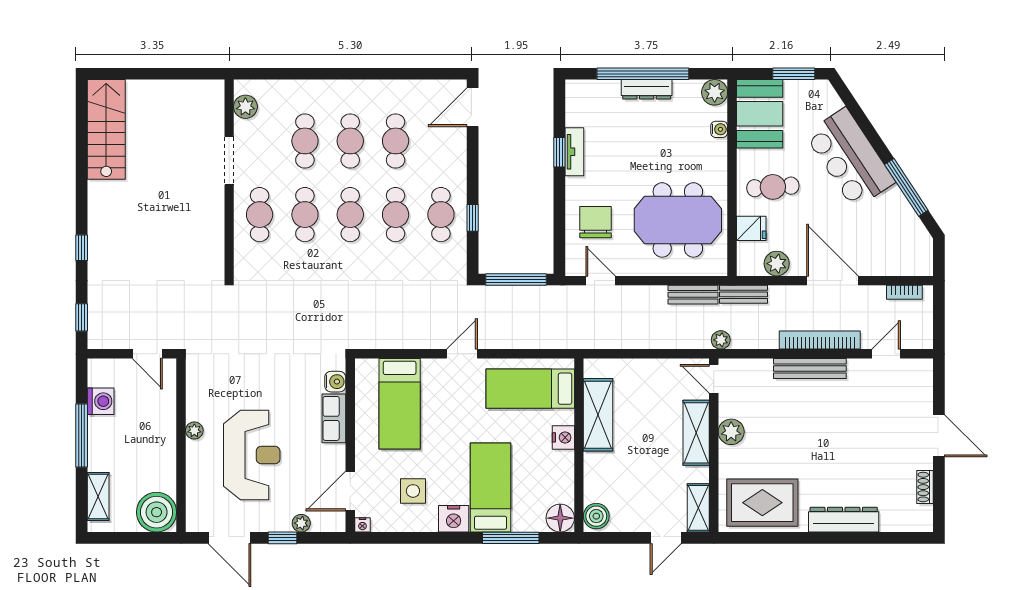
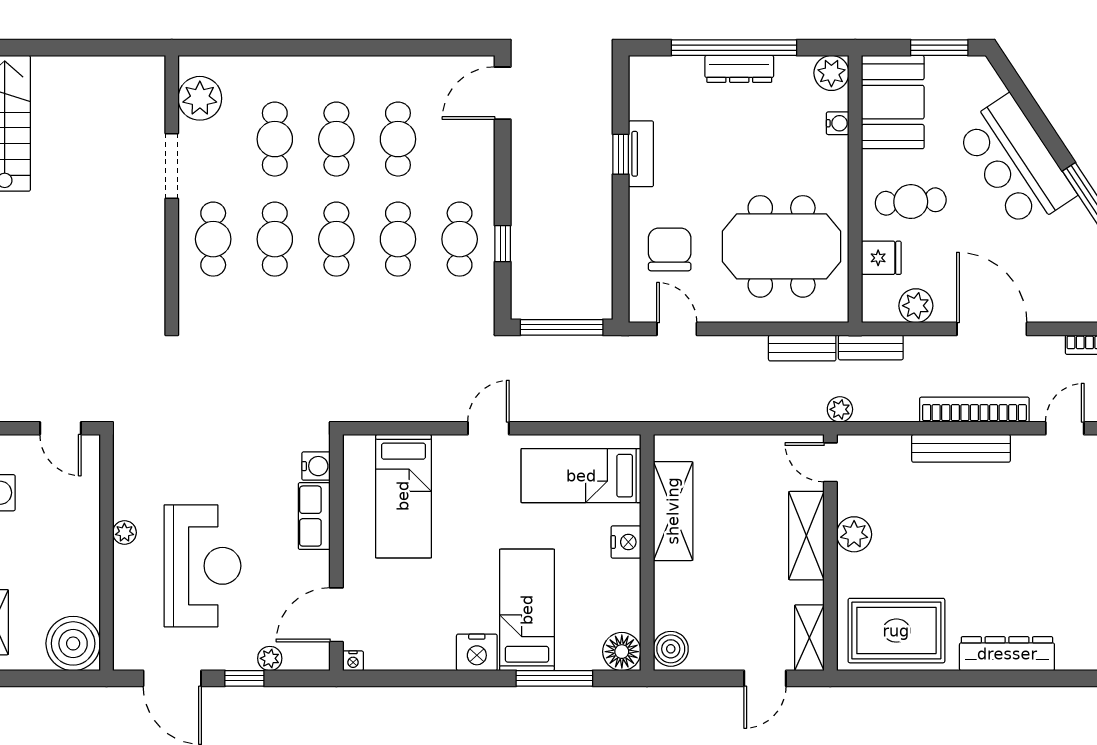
plant: (245, 107) -> (200, 98), width x1.36, depth x1.36
side table: (413, 491) -> (422, 615), removed

